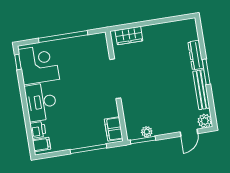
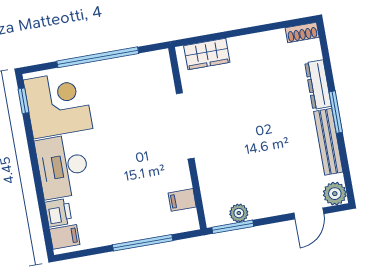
shoe rack: (187, 24) -> (302, 33), added
filing cabinet: (114, 129) -> (182, 200), width x0.50

